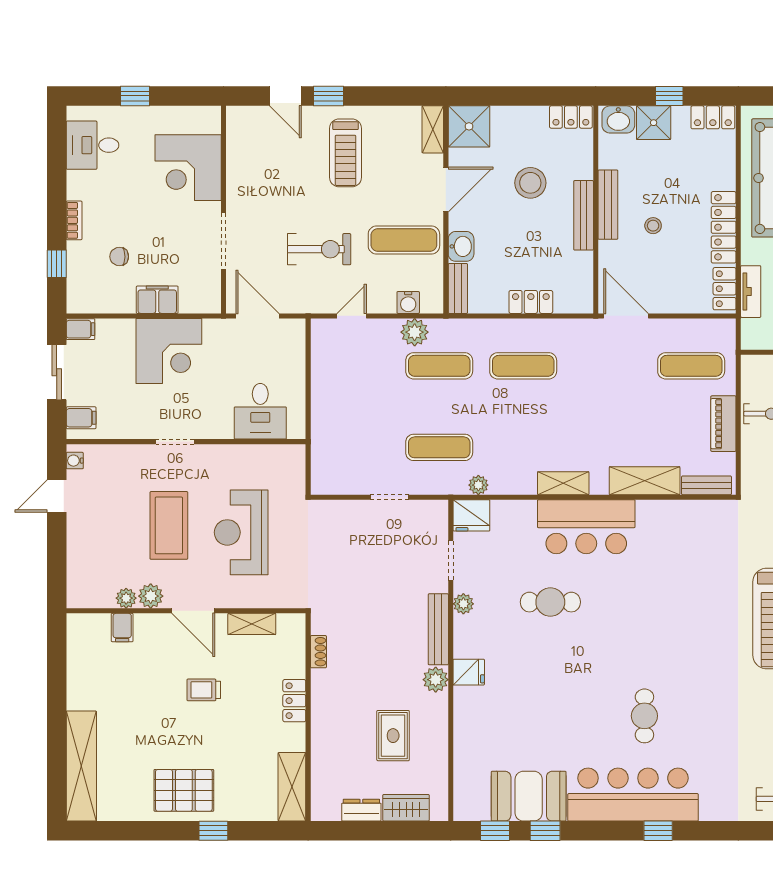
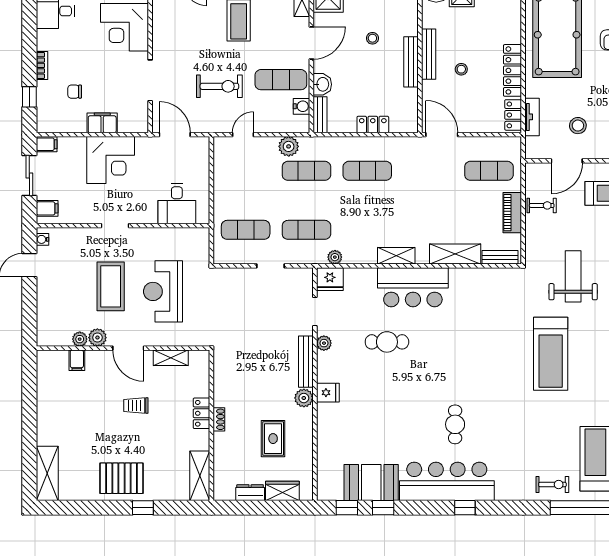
stool: (530, 183) -> (372, 38), width x0.53, depth x0.53
water cooler: (408, 302) -> (301, 106), moved, turned -90
exercise mat: (355, 447) -> (246, 230), added
shoe rack: (318, 652) -> (219, 419), moved
shelving: (81, 766) -> (47, 473), width x0.68

